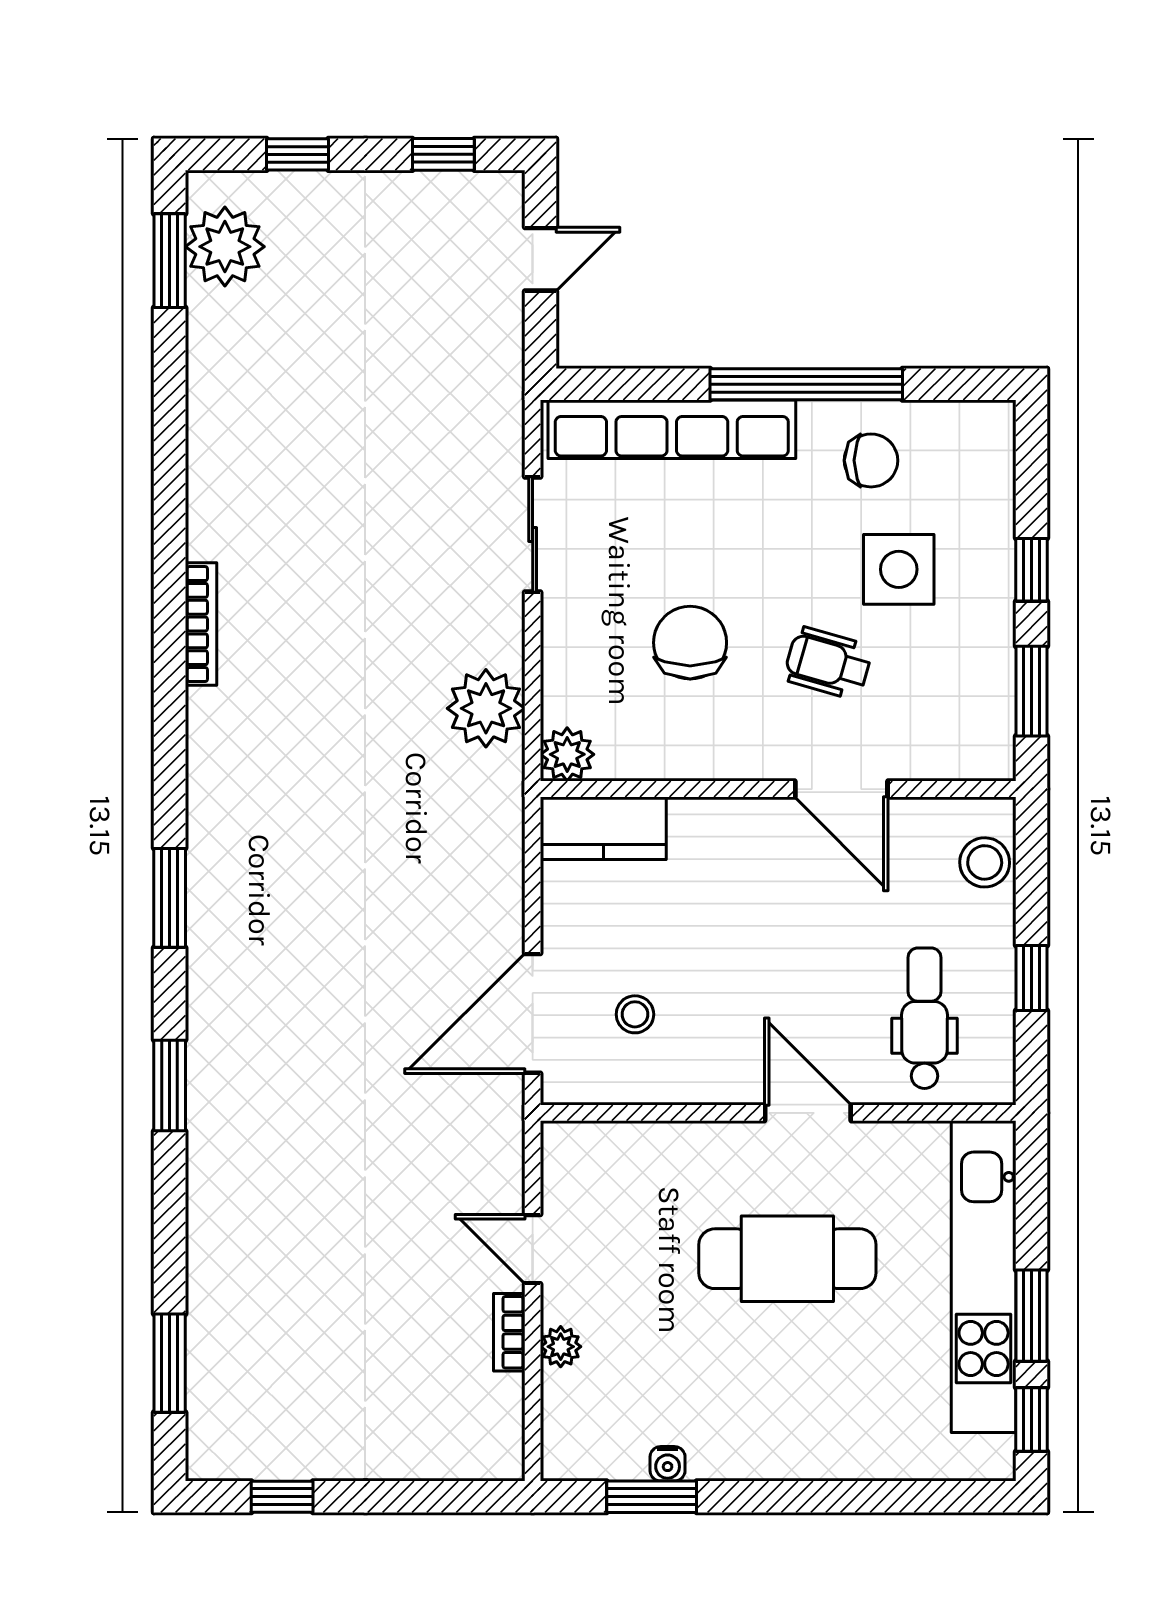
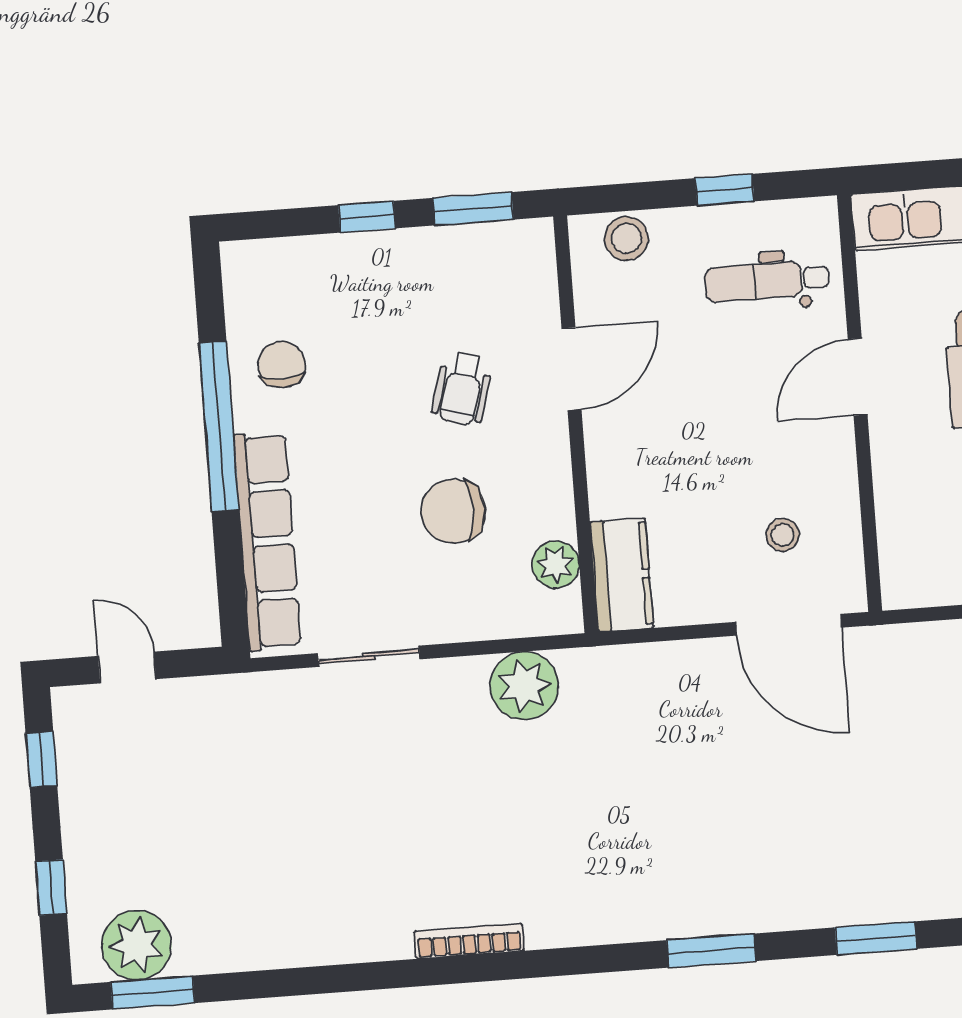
side table: (899, 569) -> (375, 333), removed
plant: (567, 754) -> (556, 565), moved

